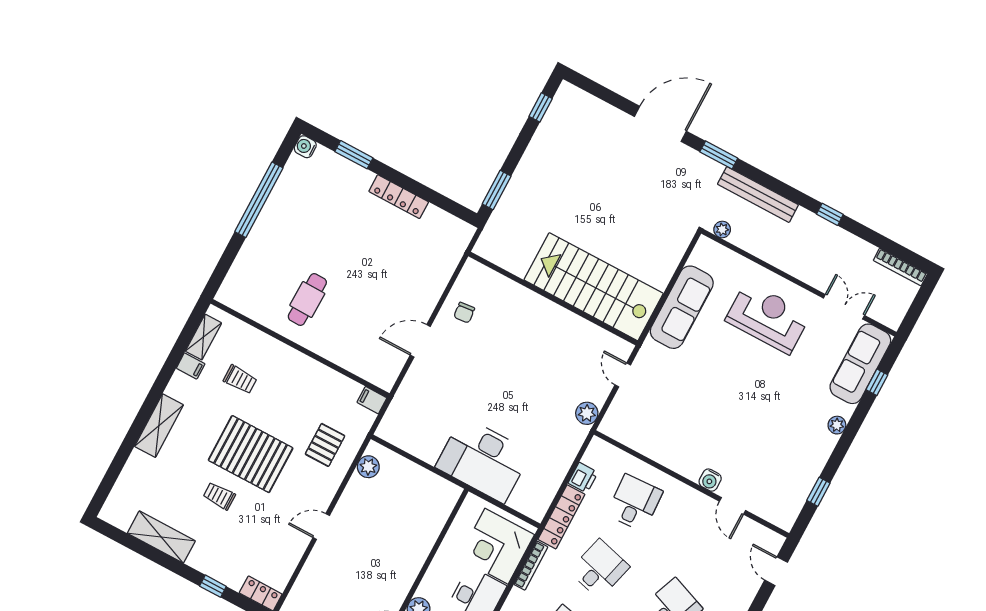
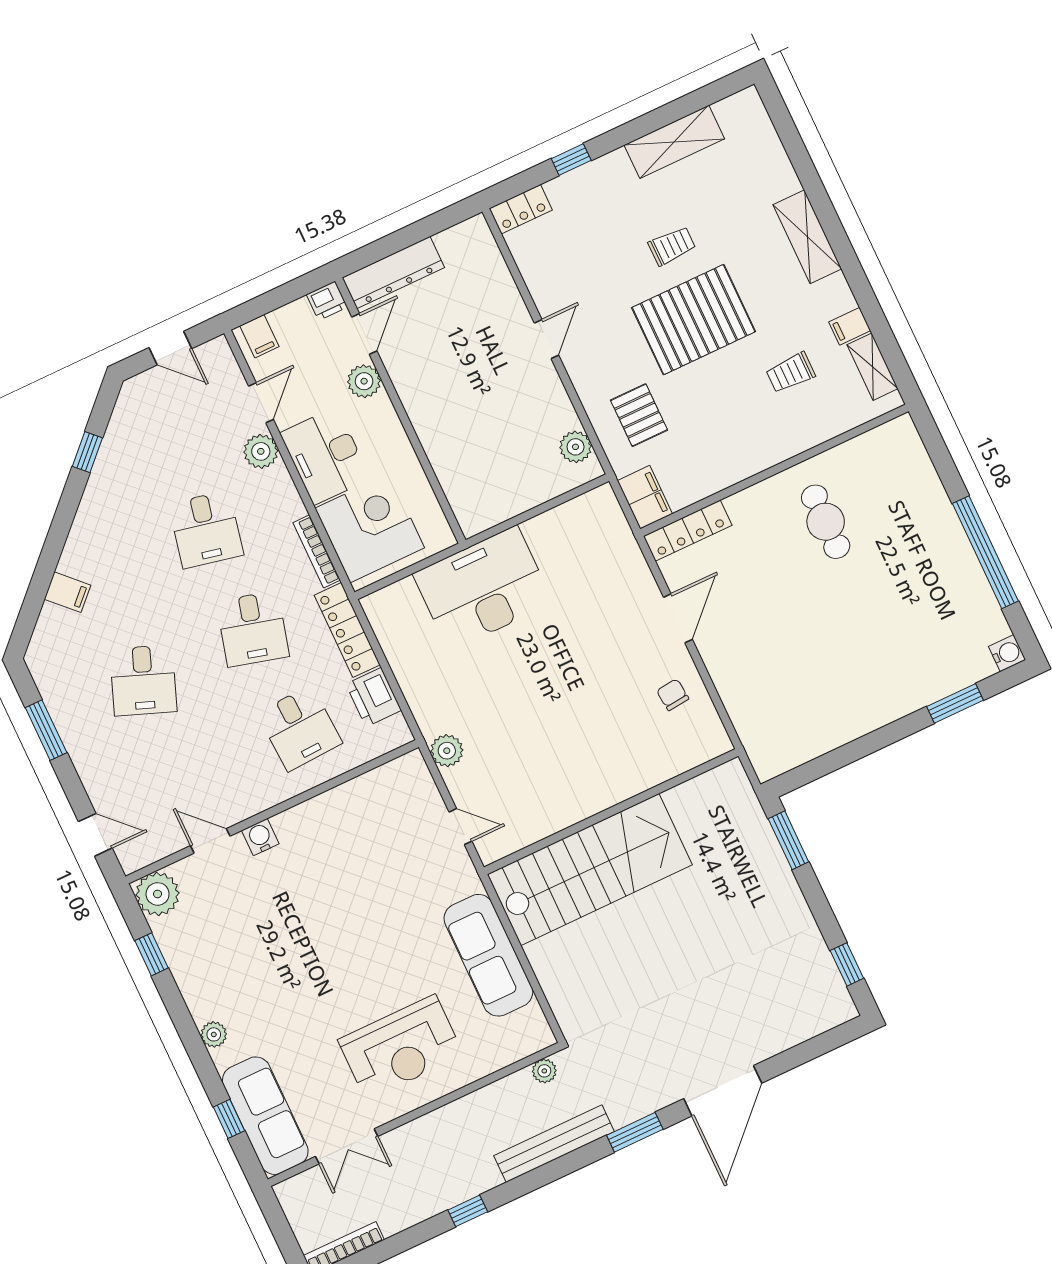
locker: (399, 197) -> (688, 531), moved, turned 180
filing cabinet: (372, 400) -> (645, 497), width x2.00
printer: (583, 478) -> (374, 697), width x1.36, depth x1.24
plant: (783, 513) -> (158, 894), added

